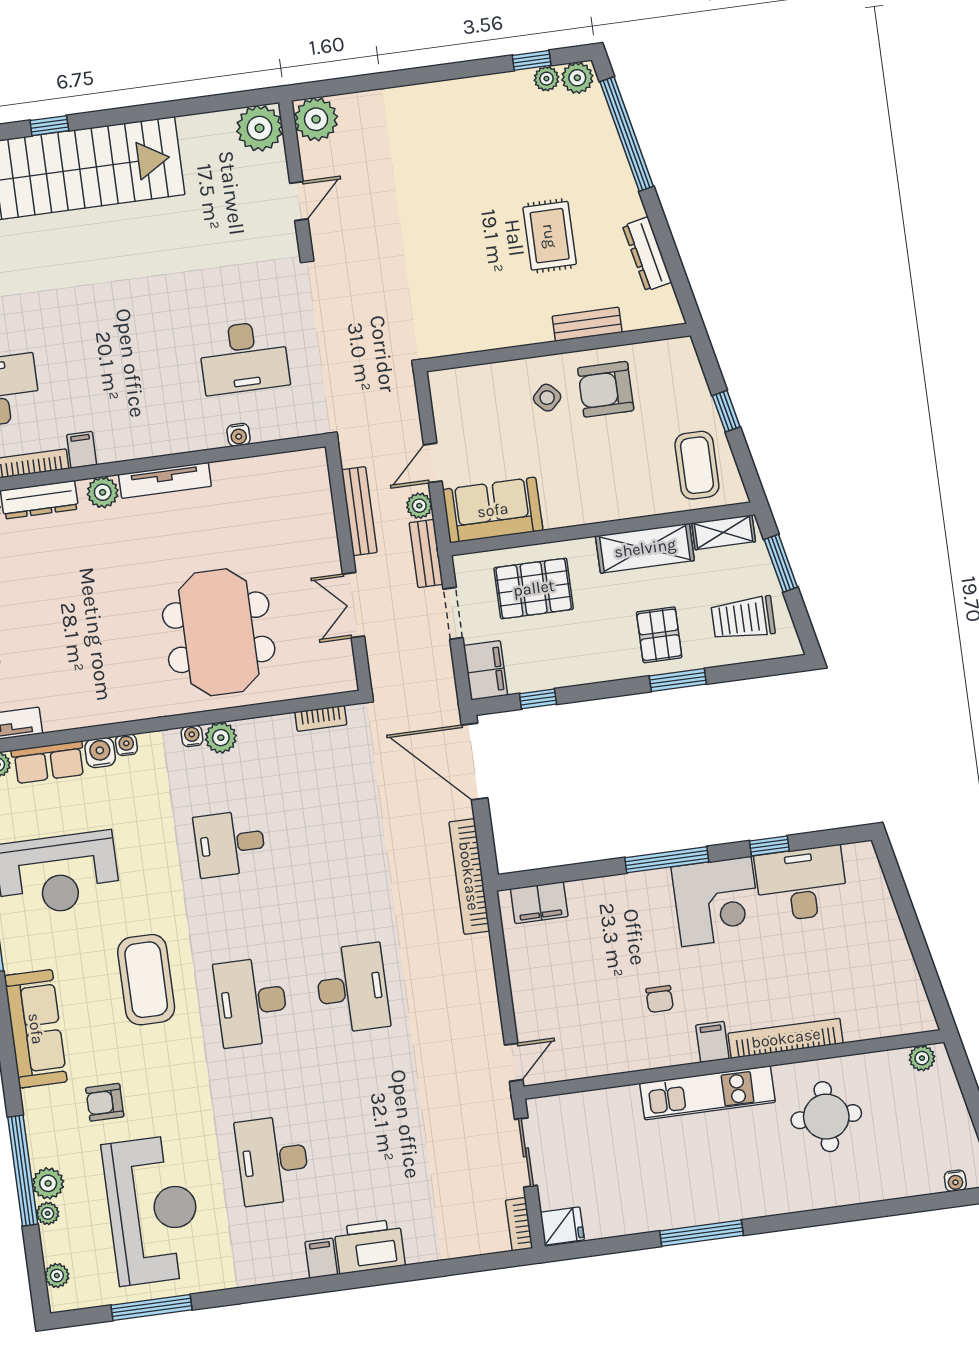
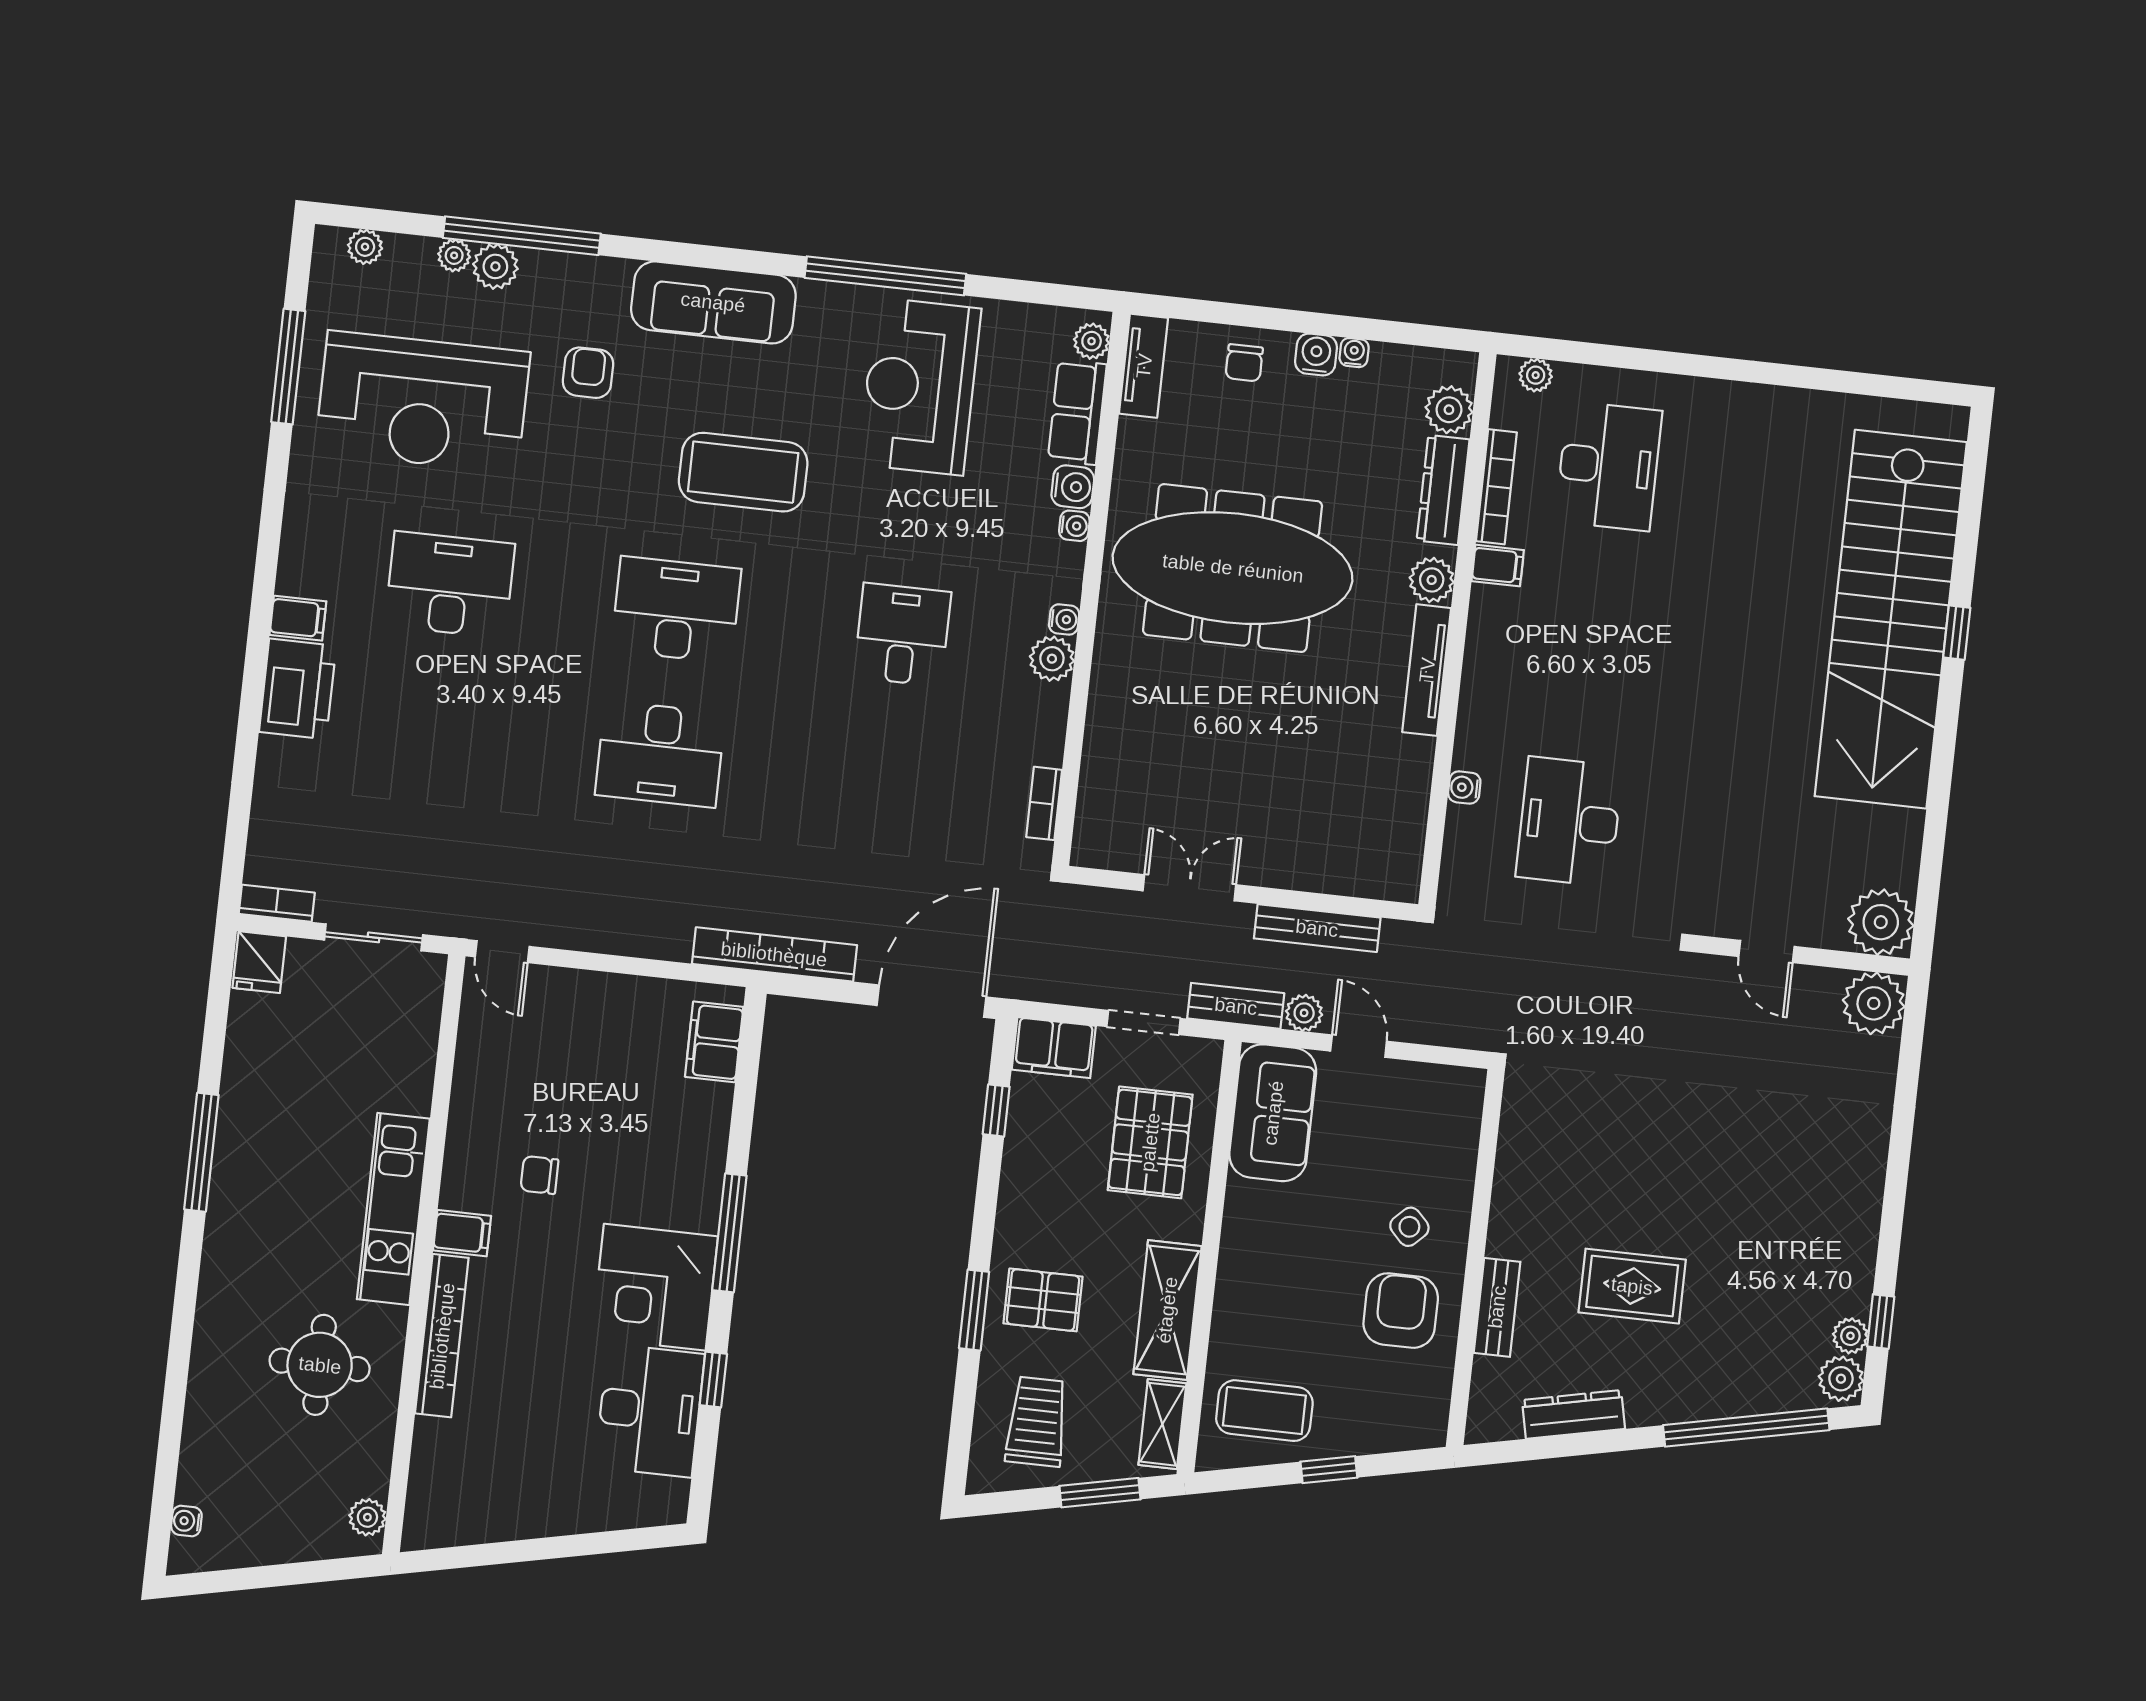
meeting table: (219, 632) -> (1233, 568), moved, width x1.36

